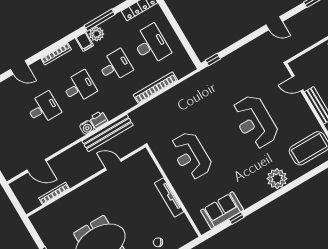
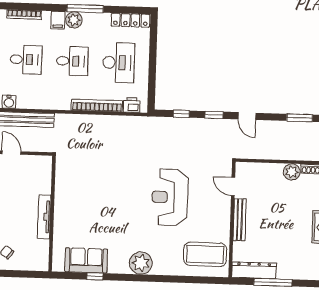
window: (249, 38) -> (214, 115), added
window: (213, 59) -> (181, 114), moved
printer: (99, 120) -> (132, 105), moved
reception desk: (191, 156) -> (90, 191), removed
plant: (277, 179) -> (141, 263), moved

